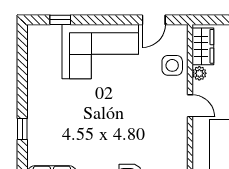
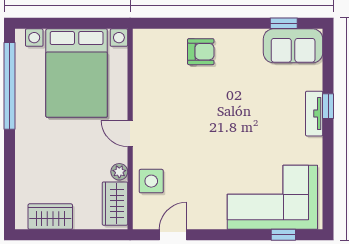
corner sofa: (100, 52) -> (272, 197), moved
tv unit: (34, 123) -> (314, 114), added

